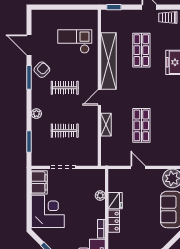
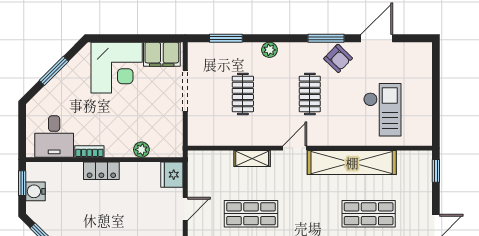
door: (99, 97) -> (295, 148), hinge flipped
fridge: (115, 201) -> (172, 175), moved, turned 90

